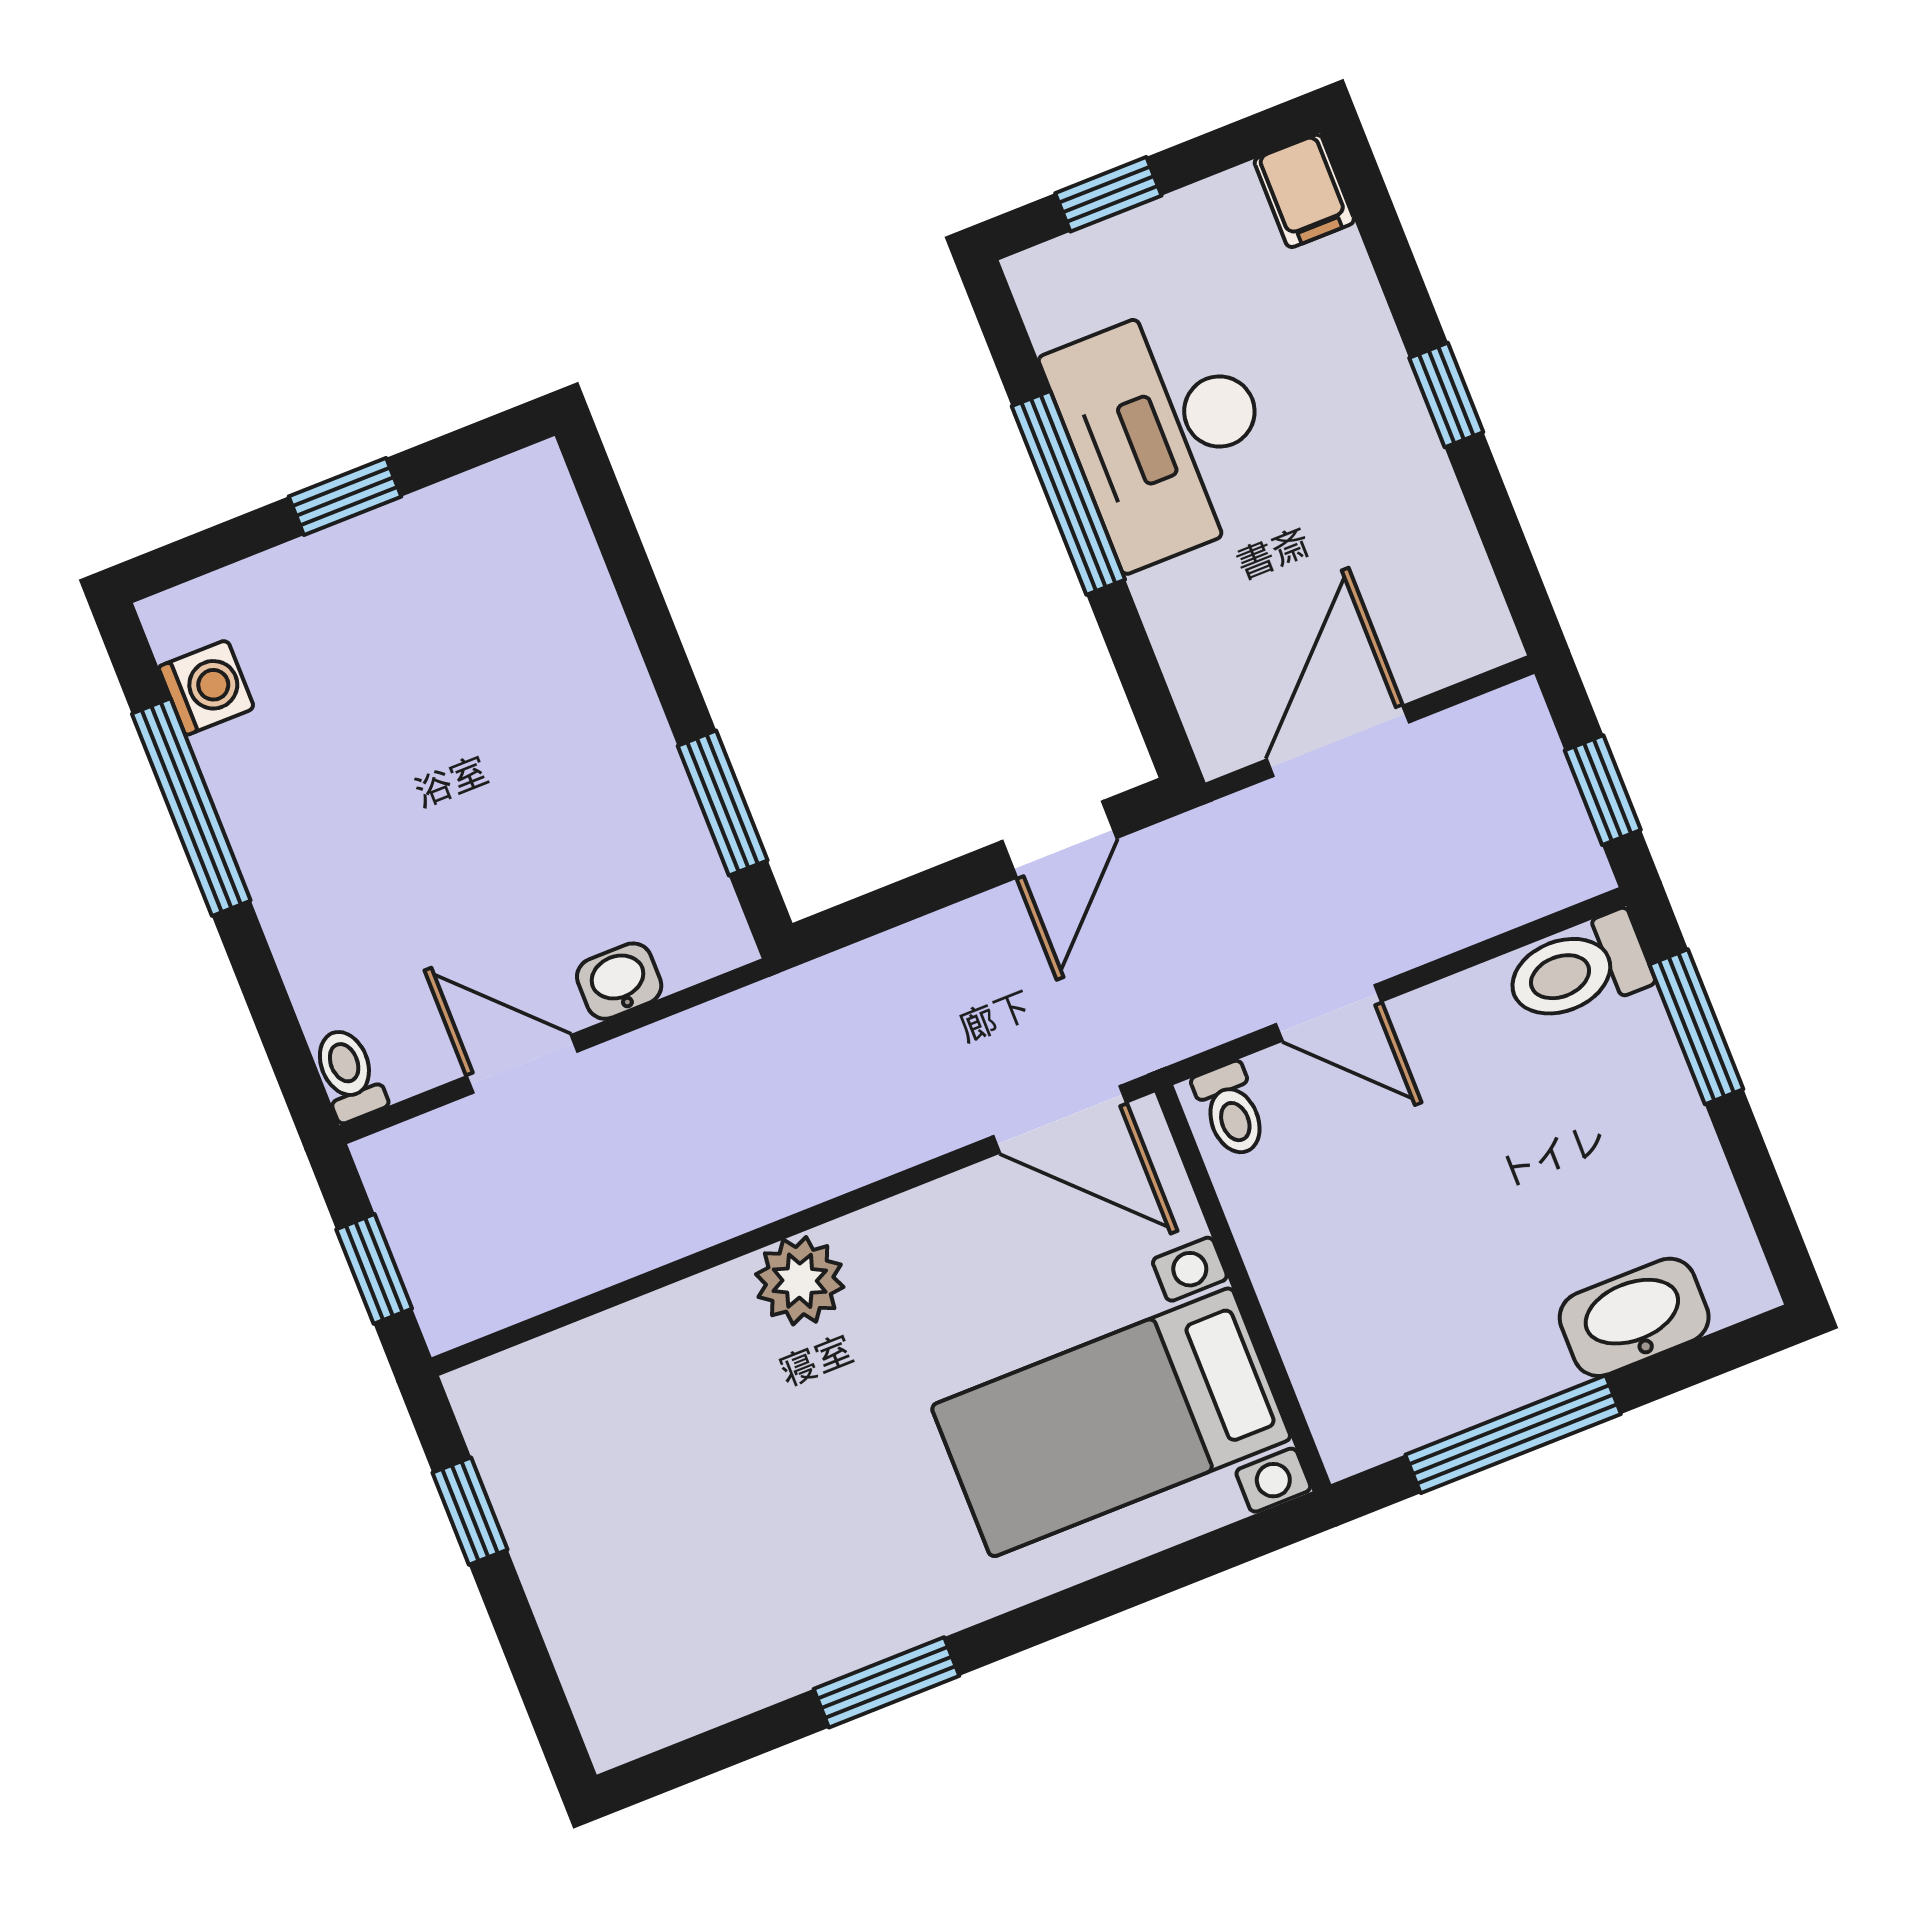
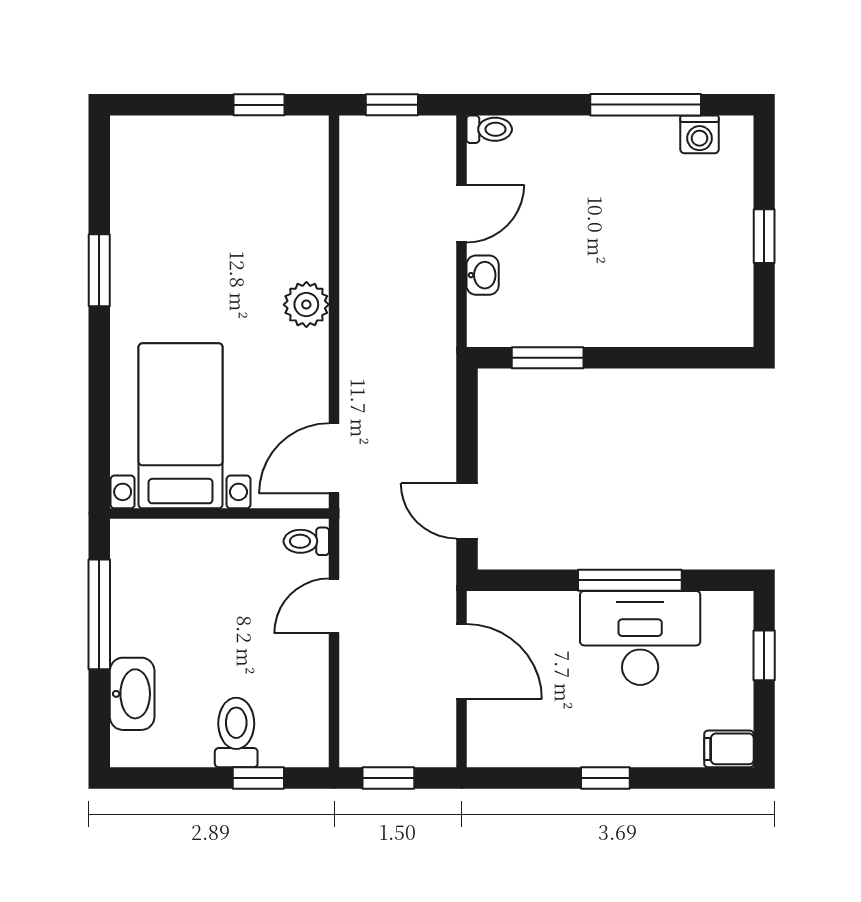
toilet: (1578, 970) -> (236, 732), moved
window: (1696, 1027) -> (258, 778), width x0.67

